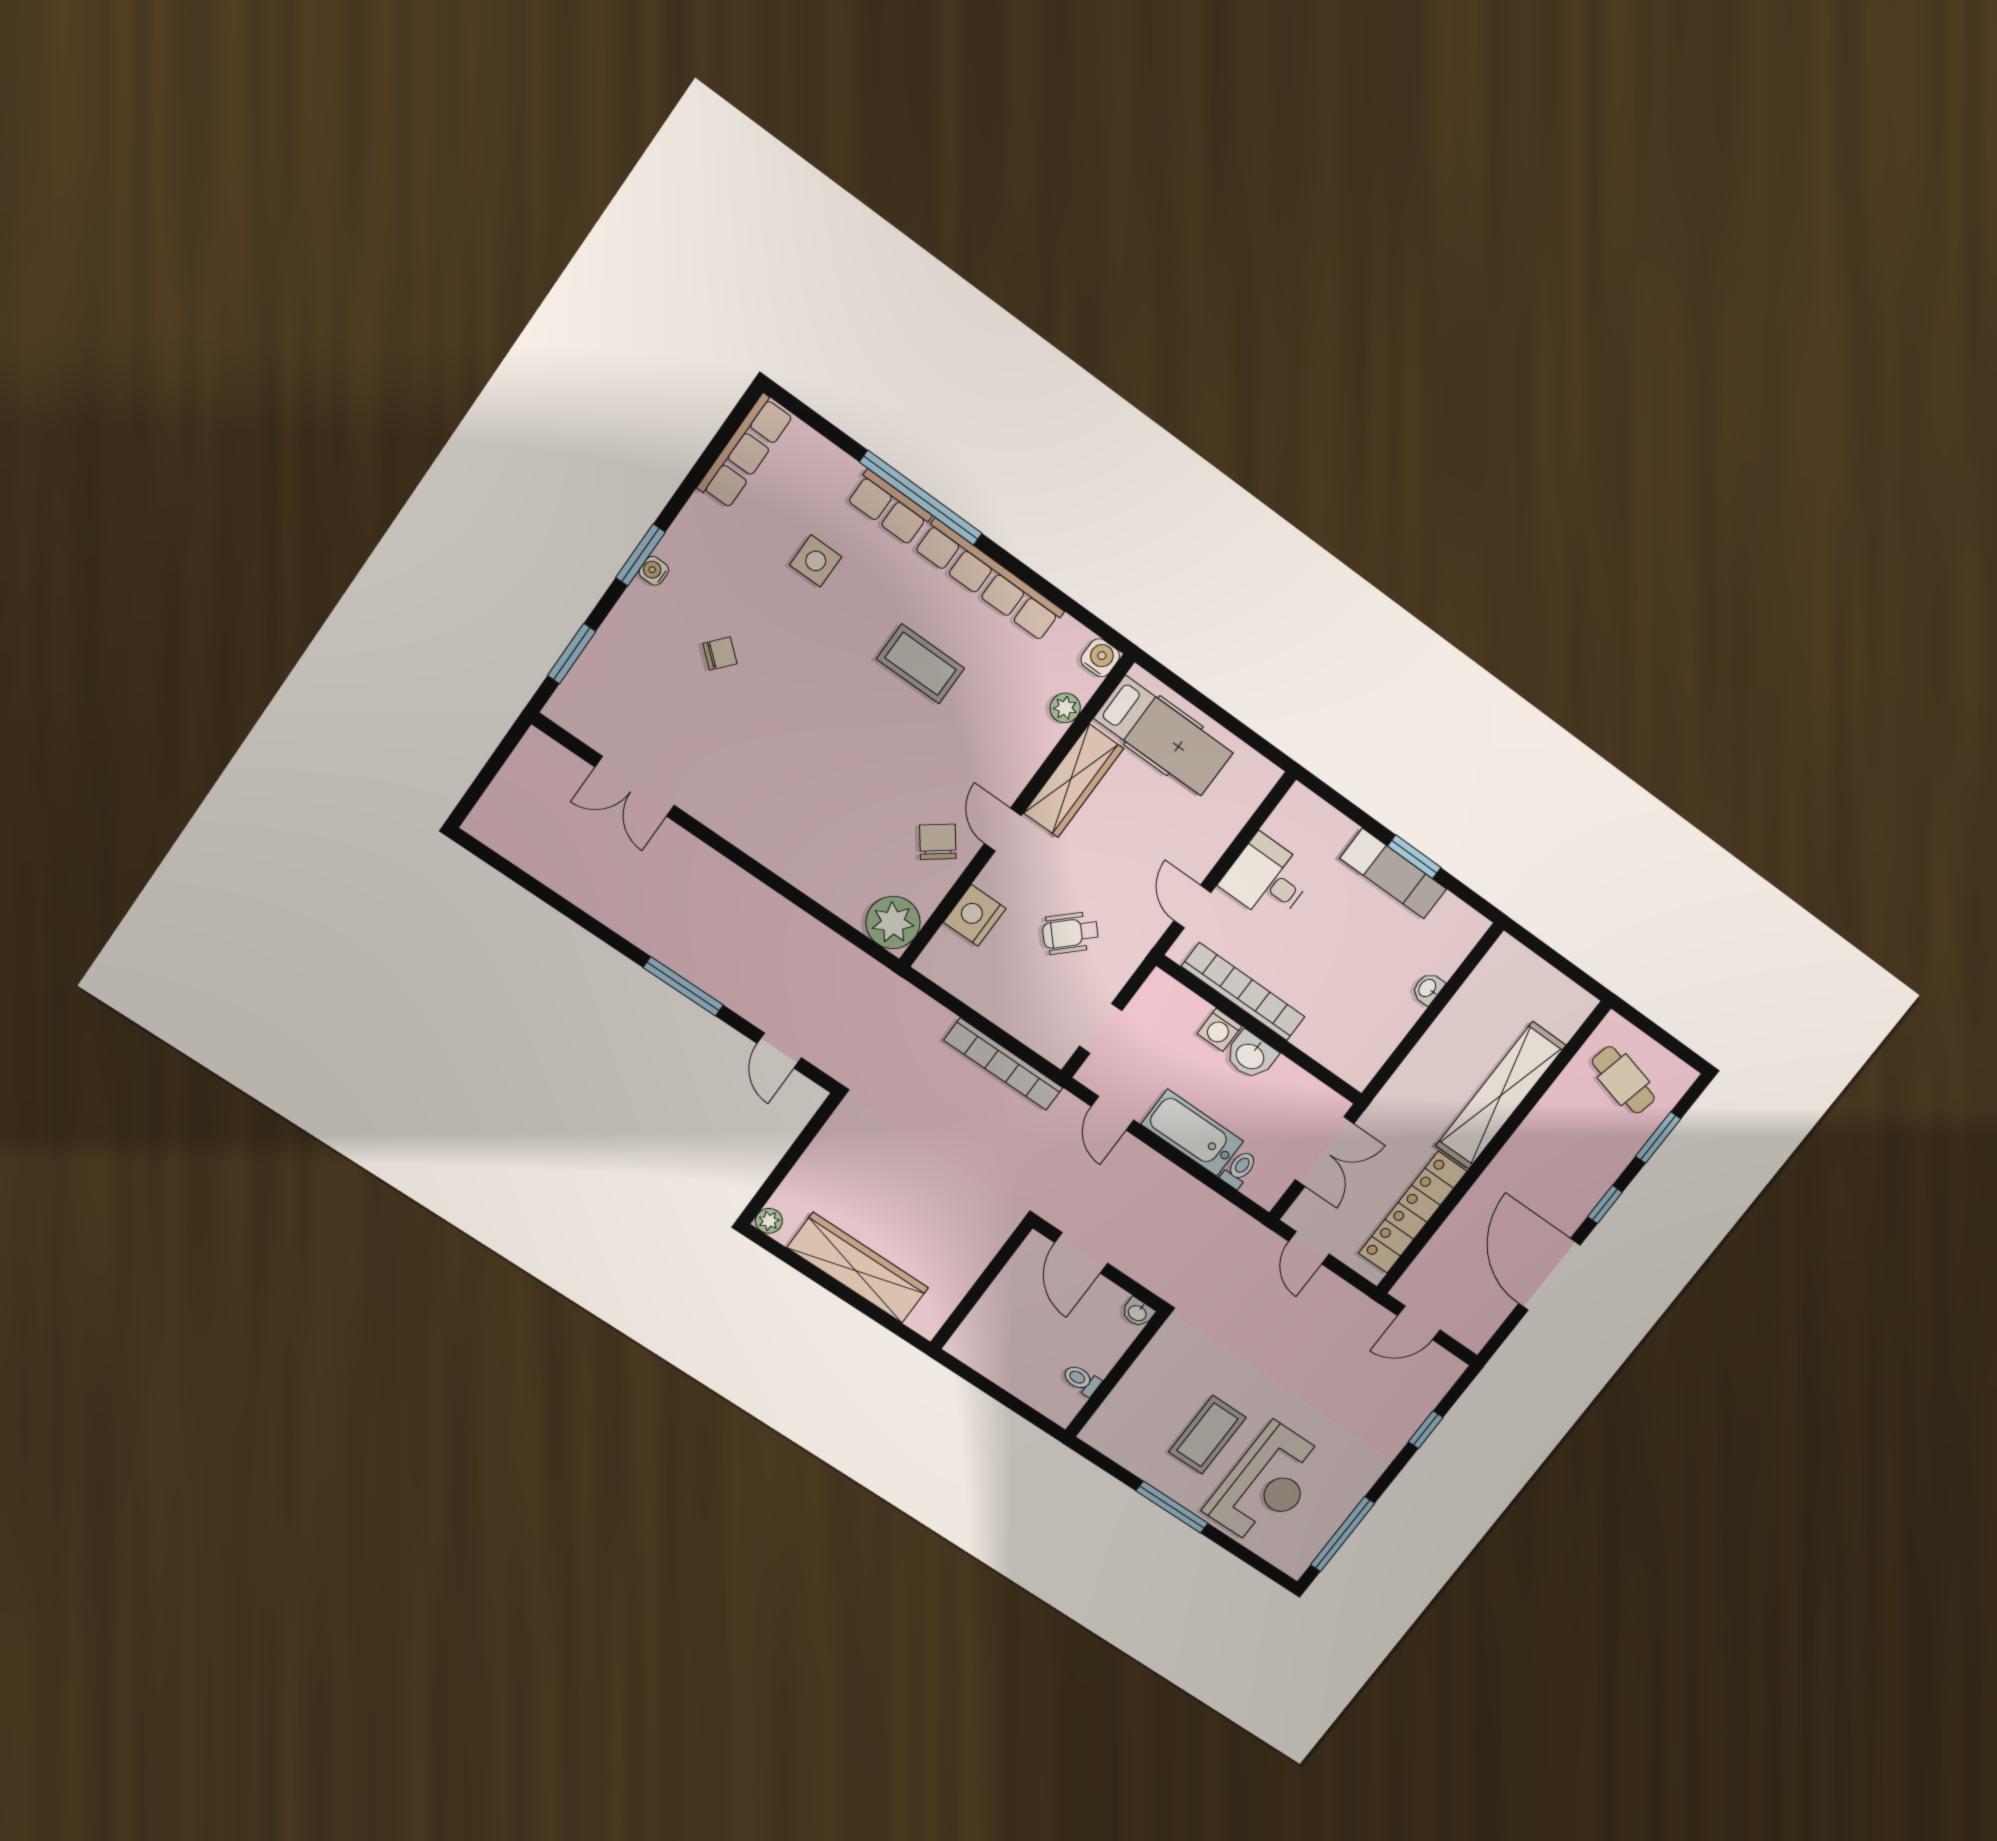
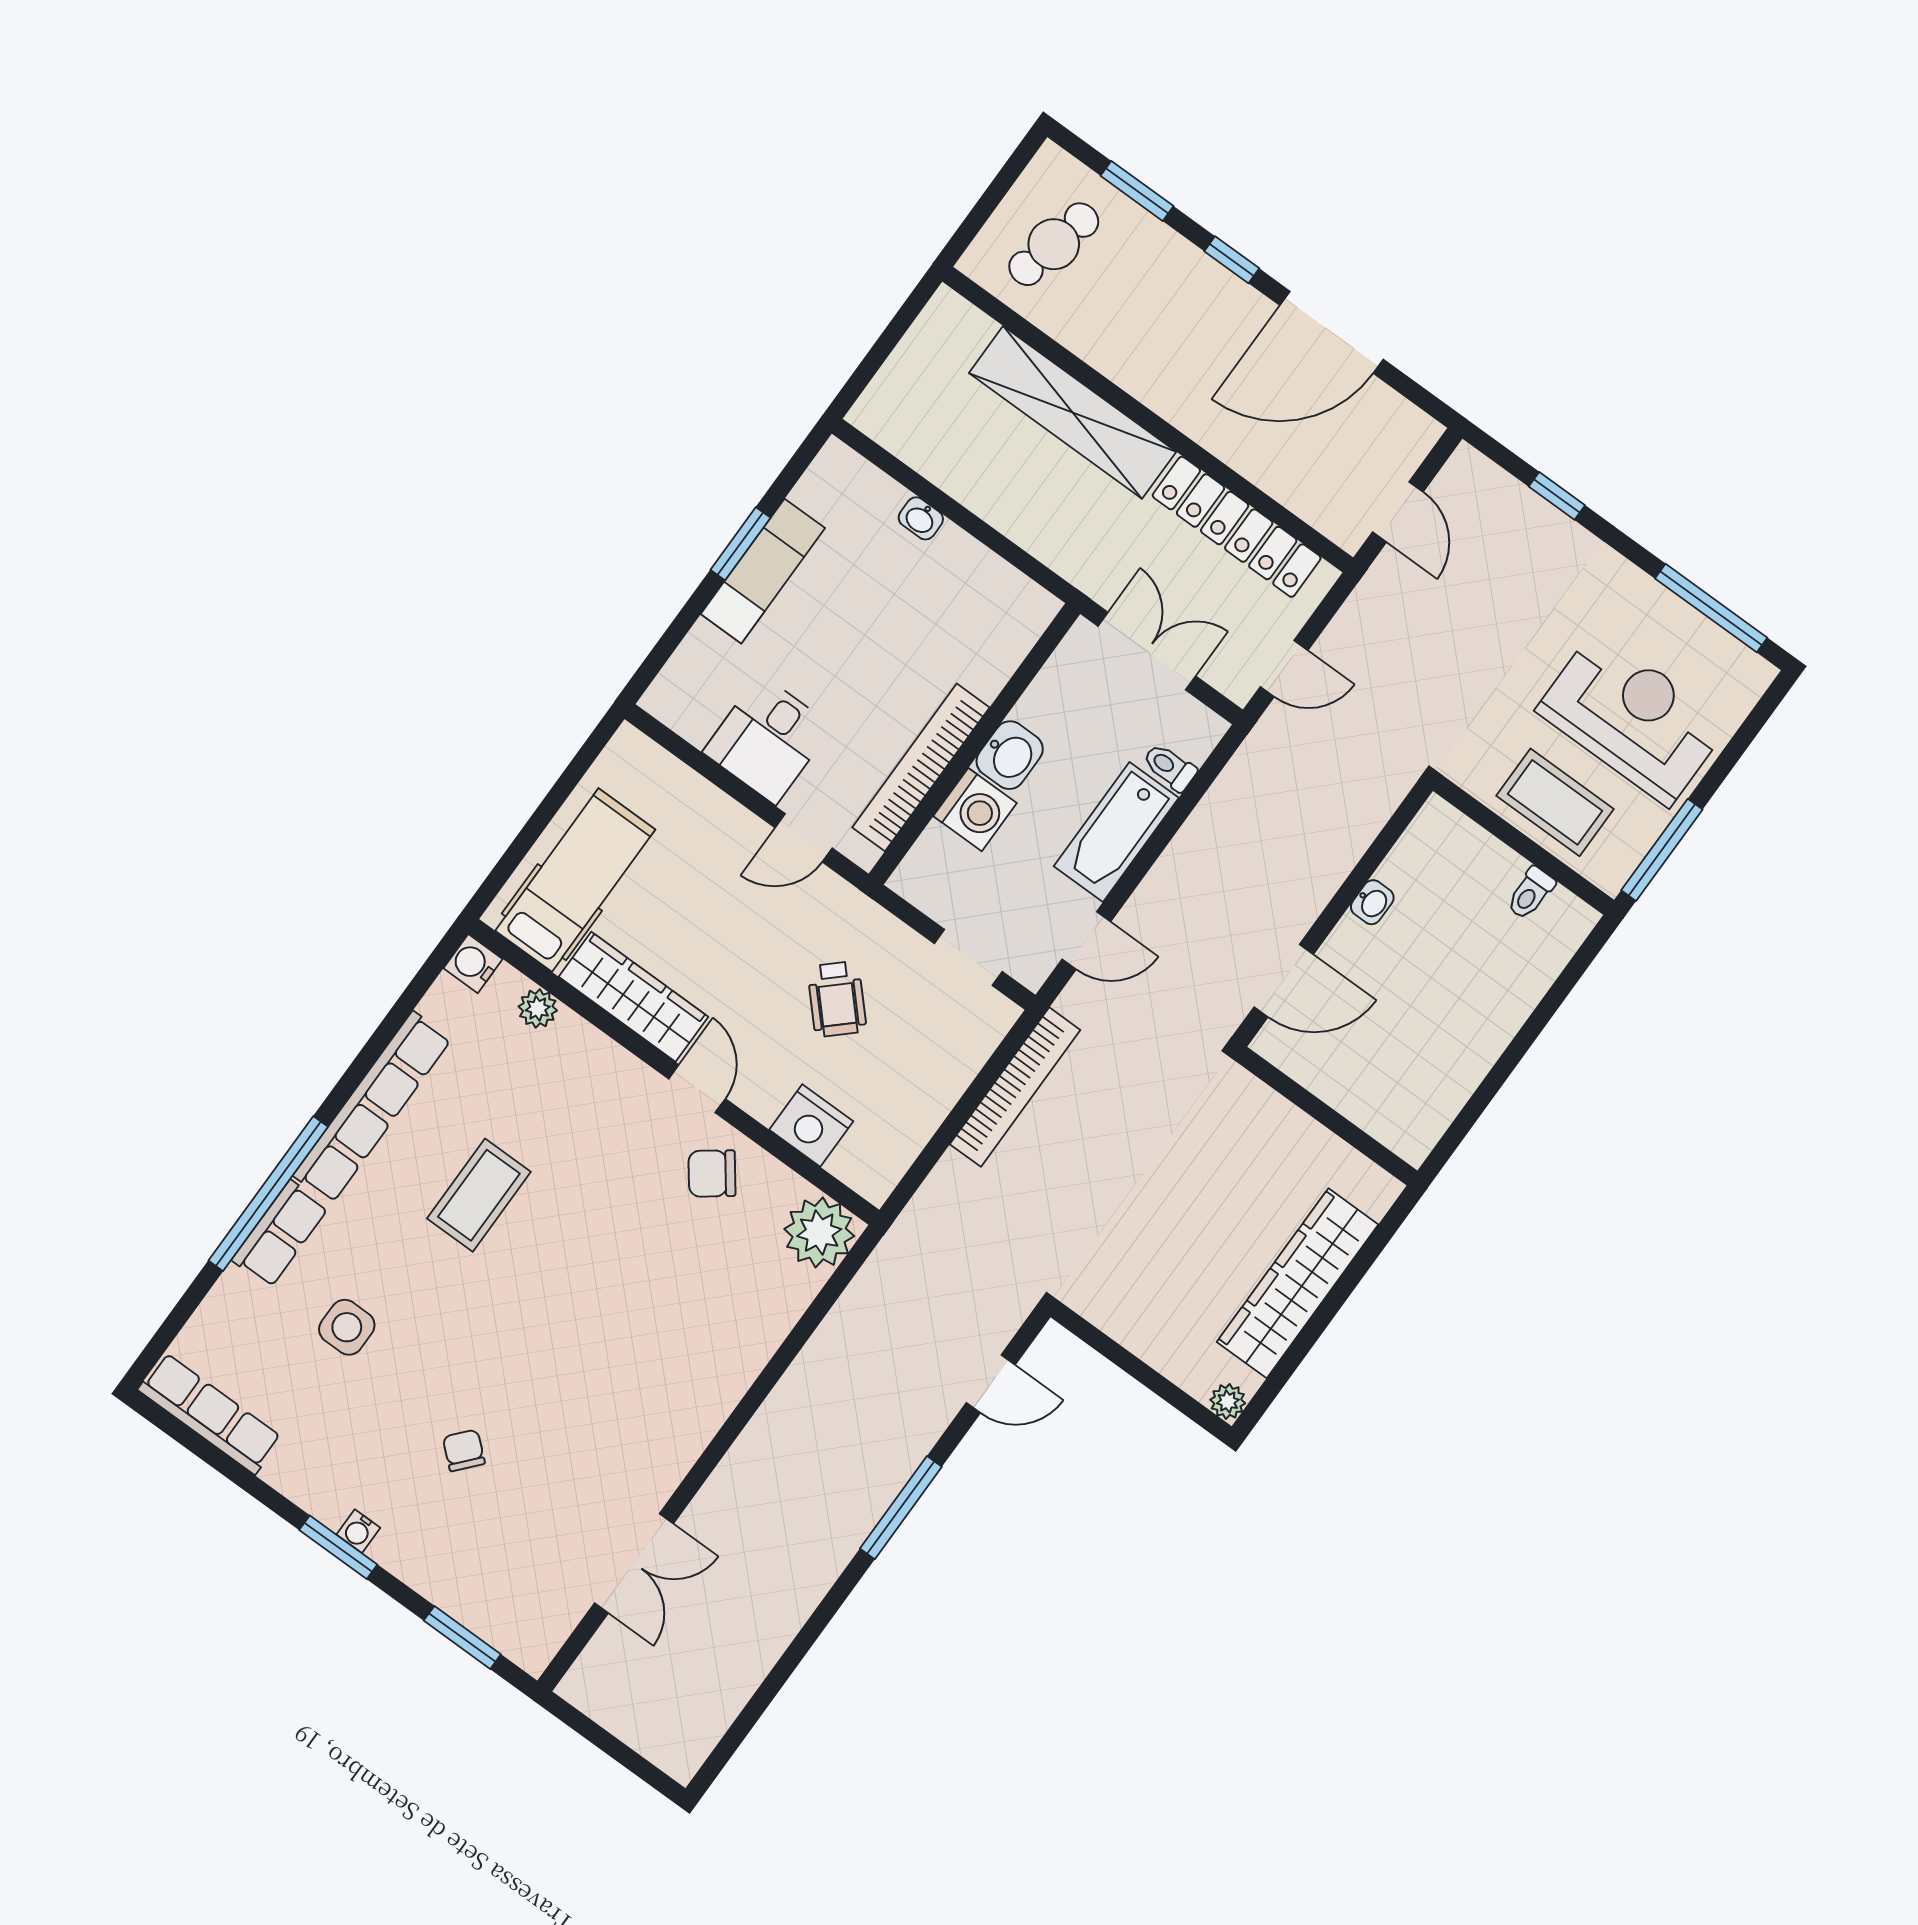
door: (1003, 830) -> (697, 1089), swing flipped
washing machine: (1219, 1030) -> (975, 810), width x1.38, depth x1.38
wall: (1116, 1374) -> (1523, 845), moved
toilet: (1081, 1380) -> (1531, 893), moved

